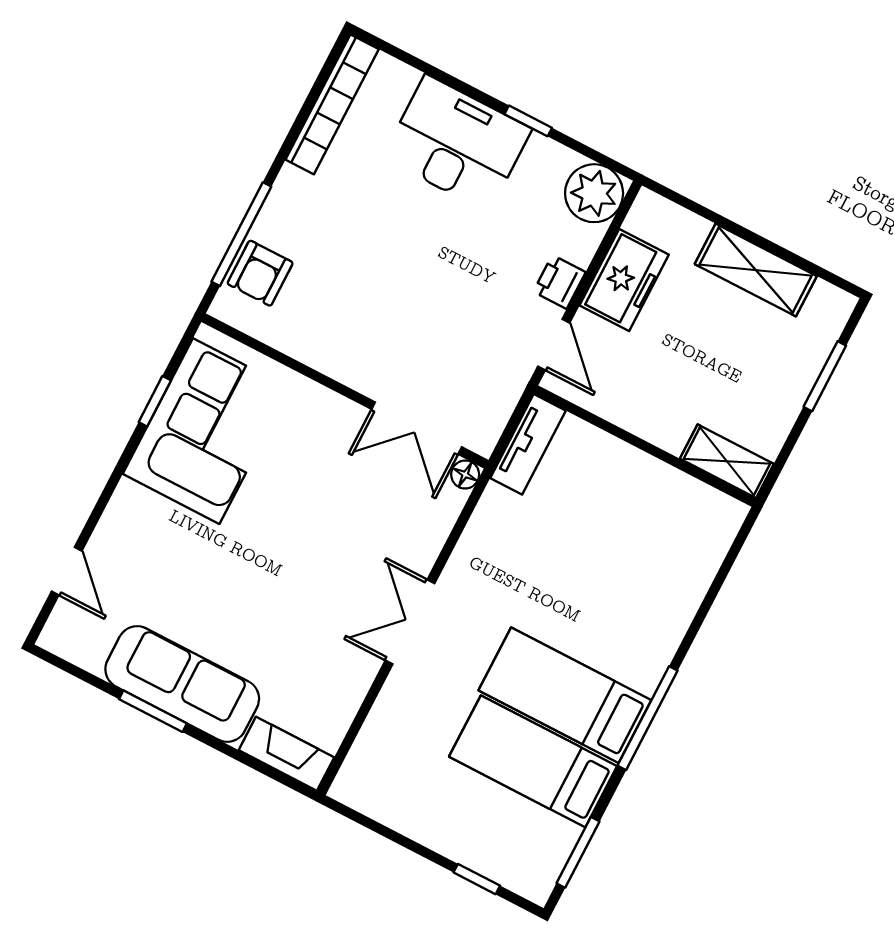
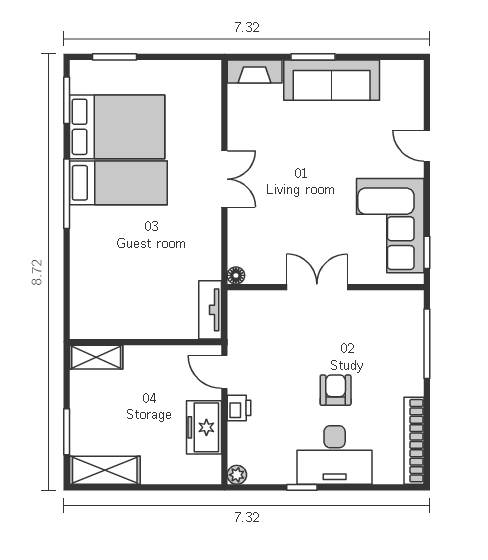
plant: (594, 193) -> (237, 475), width x0.53, depth x0.53
shelving: (756, 270) -> (105, 470), moved
armchair: (260, 273) -> (336, 390), moved
window: (155, 401) -> (427, 252), moved
double door: (417, 428) -> (317, 287), moved
door: (67, 571) -> (427, 146), moved
window: (153, 711) -> (313, 57), moved
bed: (533, 761) -> (117, 127), width x1.50
window: (477, 879) -> (114, 57), width x1.50

